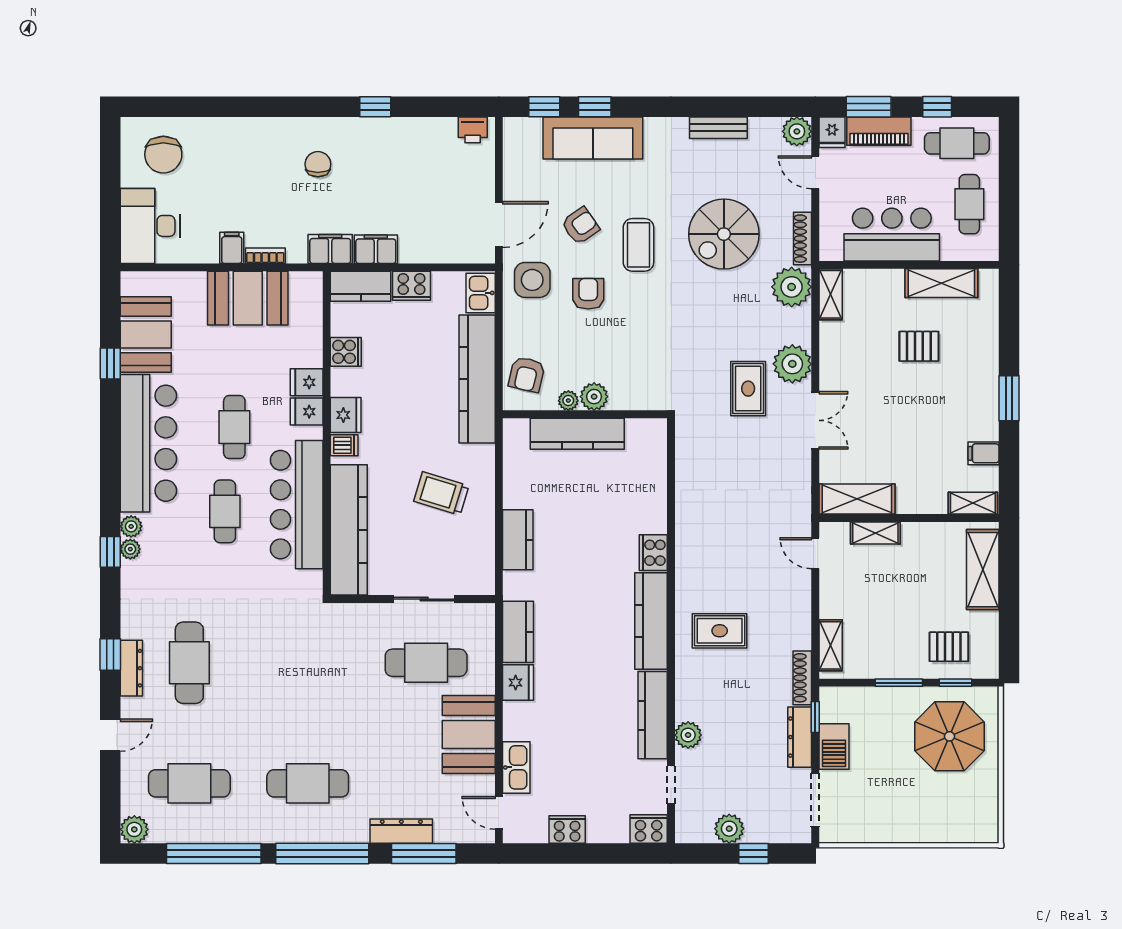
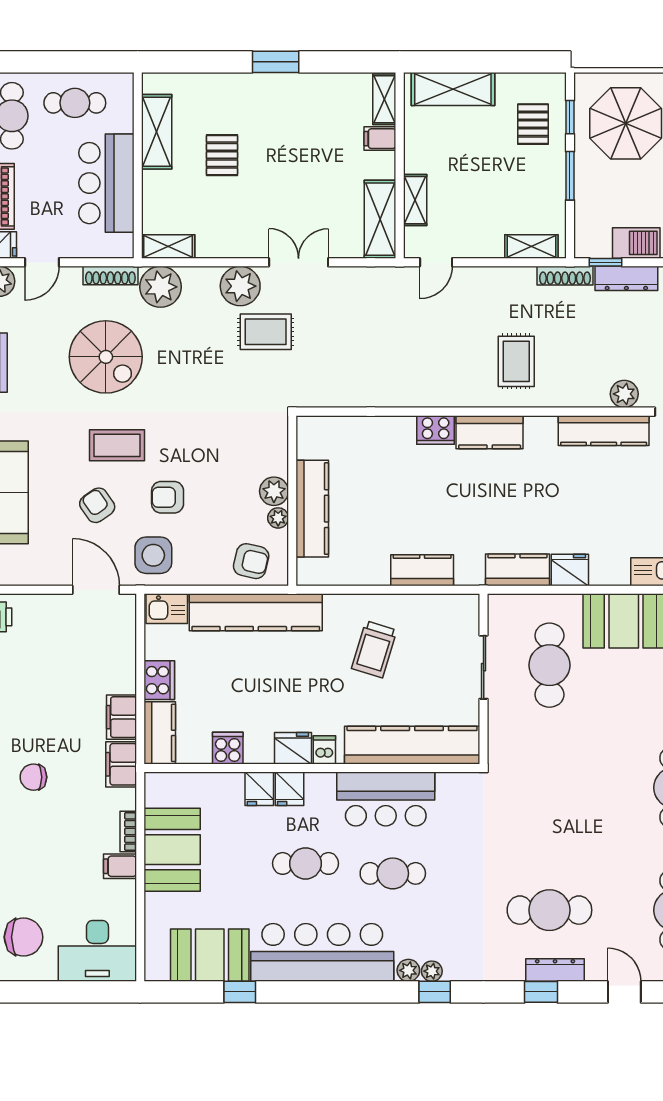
filing cabinet: (984, 453) -> (380, 139), moved, turned 90
bar counter: (297, 505) -> (386, 799), width x0.73
kitchen counter: (651, 621) -> (490, 432), width x0.67

